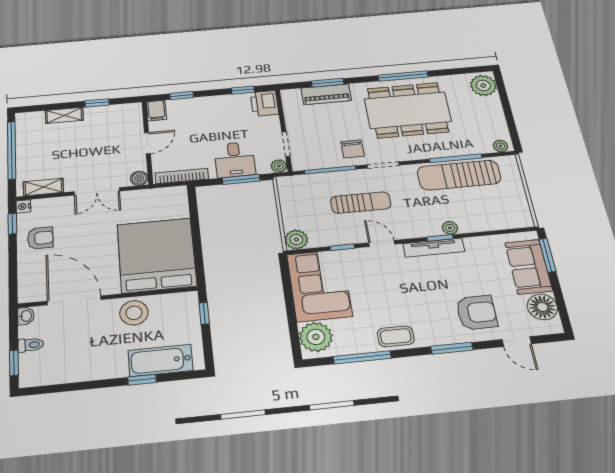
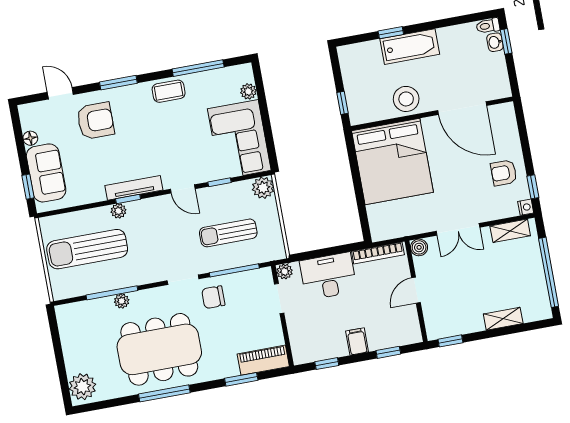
piano: (326, 94) -> (263, 360), moved
window: (97, 103) -> (450, 341), moved
printer: (265, 103) -> (304, 348), removed
filing cabinet: (156, 110) -> (357, 341), moved
plant: (500, 146) -> (122, 301), moved
chair: (353, 149) -> (213, 297), turned -90
desk: (235, 160) -> (328, 276), width x1.37
sun lounger: (459, 175) -> (87, 249), moved, turned 180
window: (241, 179) -> (320, 253), removed
double door: (97, 191) -> (458, 229), swing flipped
sun lounger: (361, 203) -> (228, 233), moved
window: (547, 255) -> (28, 187), width x0.67
floor lamp: (542, 307) -> (30, 138), width x0.53, depth x0.53
armchair: (477, 313) -> (95, 121), turned 180
washbasin: (26, 316) -> (495, 42), moved
plant: (316, 337) -> (248, 91), width x0.53, depth x0.53
toilet: (31, 345) -> (488, 26), moved
bathtub: (160, 360) -> (410, 47), moved

